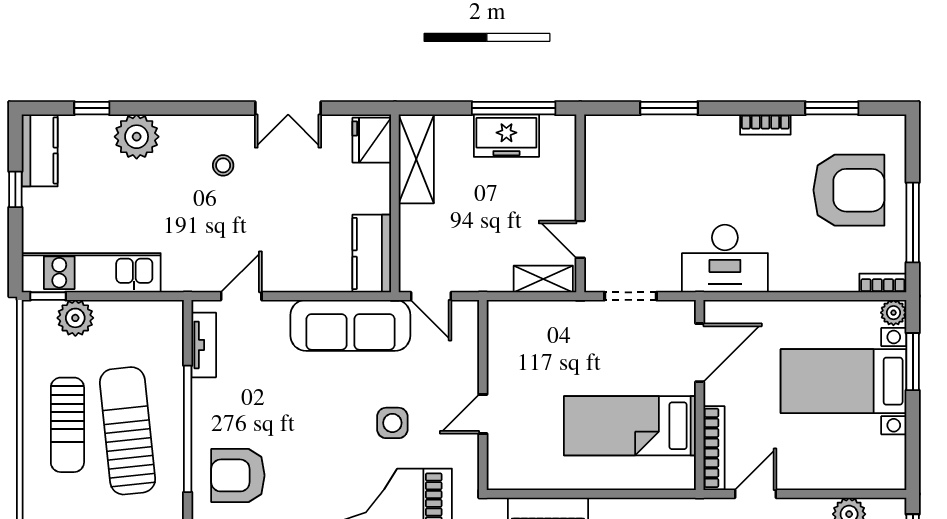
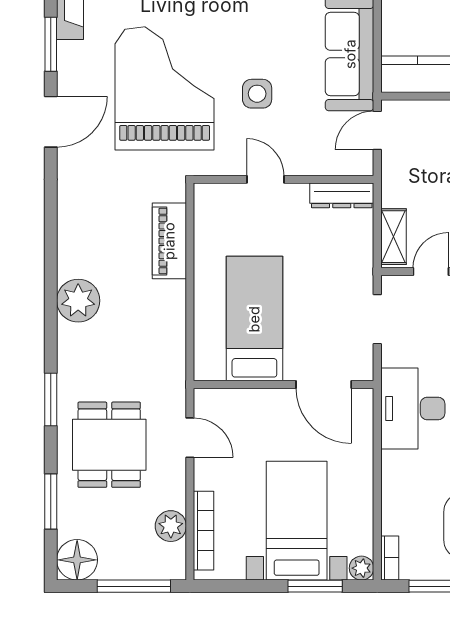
dresser: (500, 333) -> (342, 195), added
bookcase: (714, 448) -> (204, 531), moved, turned -90

